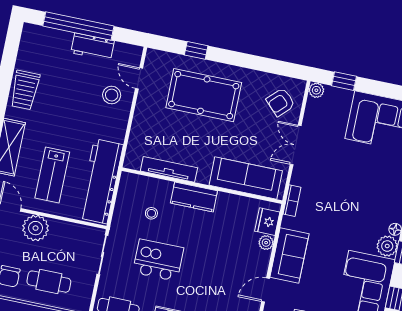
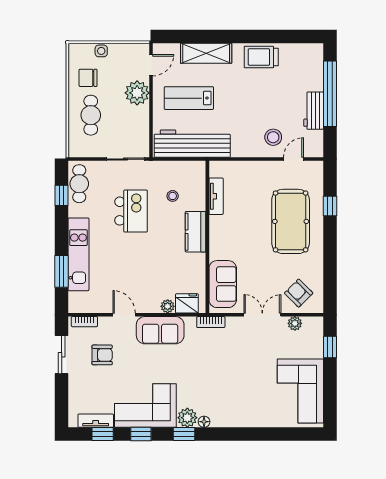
plant: (316, 90) -> (295, 323), moved
tv unit: (169, 169) -> (216, 196), width x0.71
sofa: (246, 178) -> (223, 284), width x0.73

